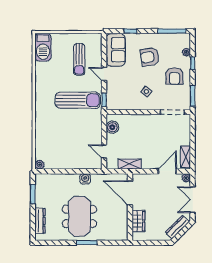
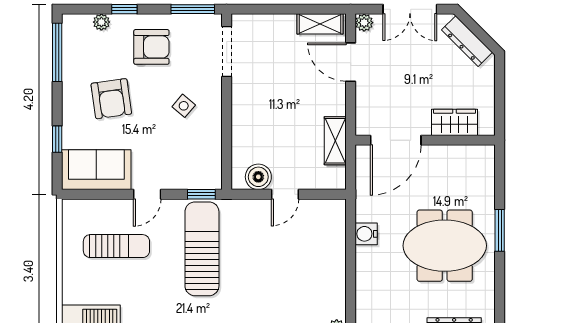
door: (104, 152) -> (285, 194), moved

